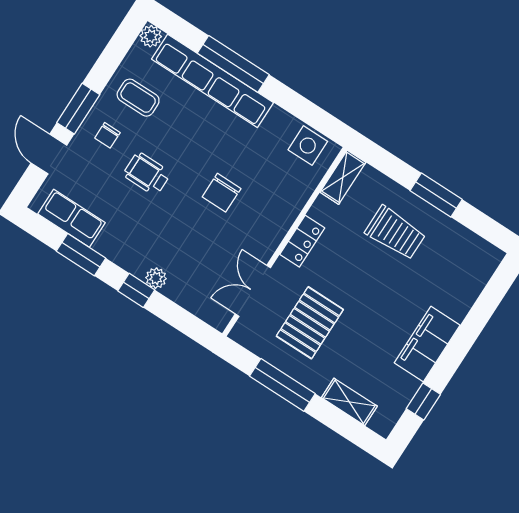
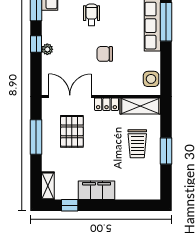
shelving: (343, 177) -> (140, 106), width x1.50, depth x1.33
double door: (253, 291) -> (70, 96), width x1.37
pallet: (310, 323) -> (72, 131), turned 90
shelving: (349, 402) -> (48, 186), moved

